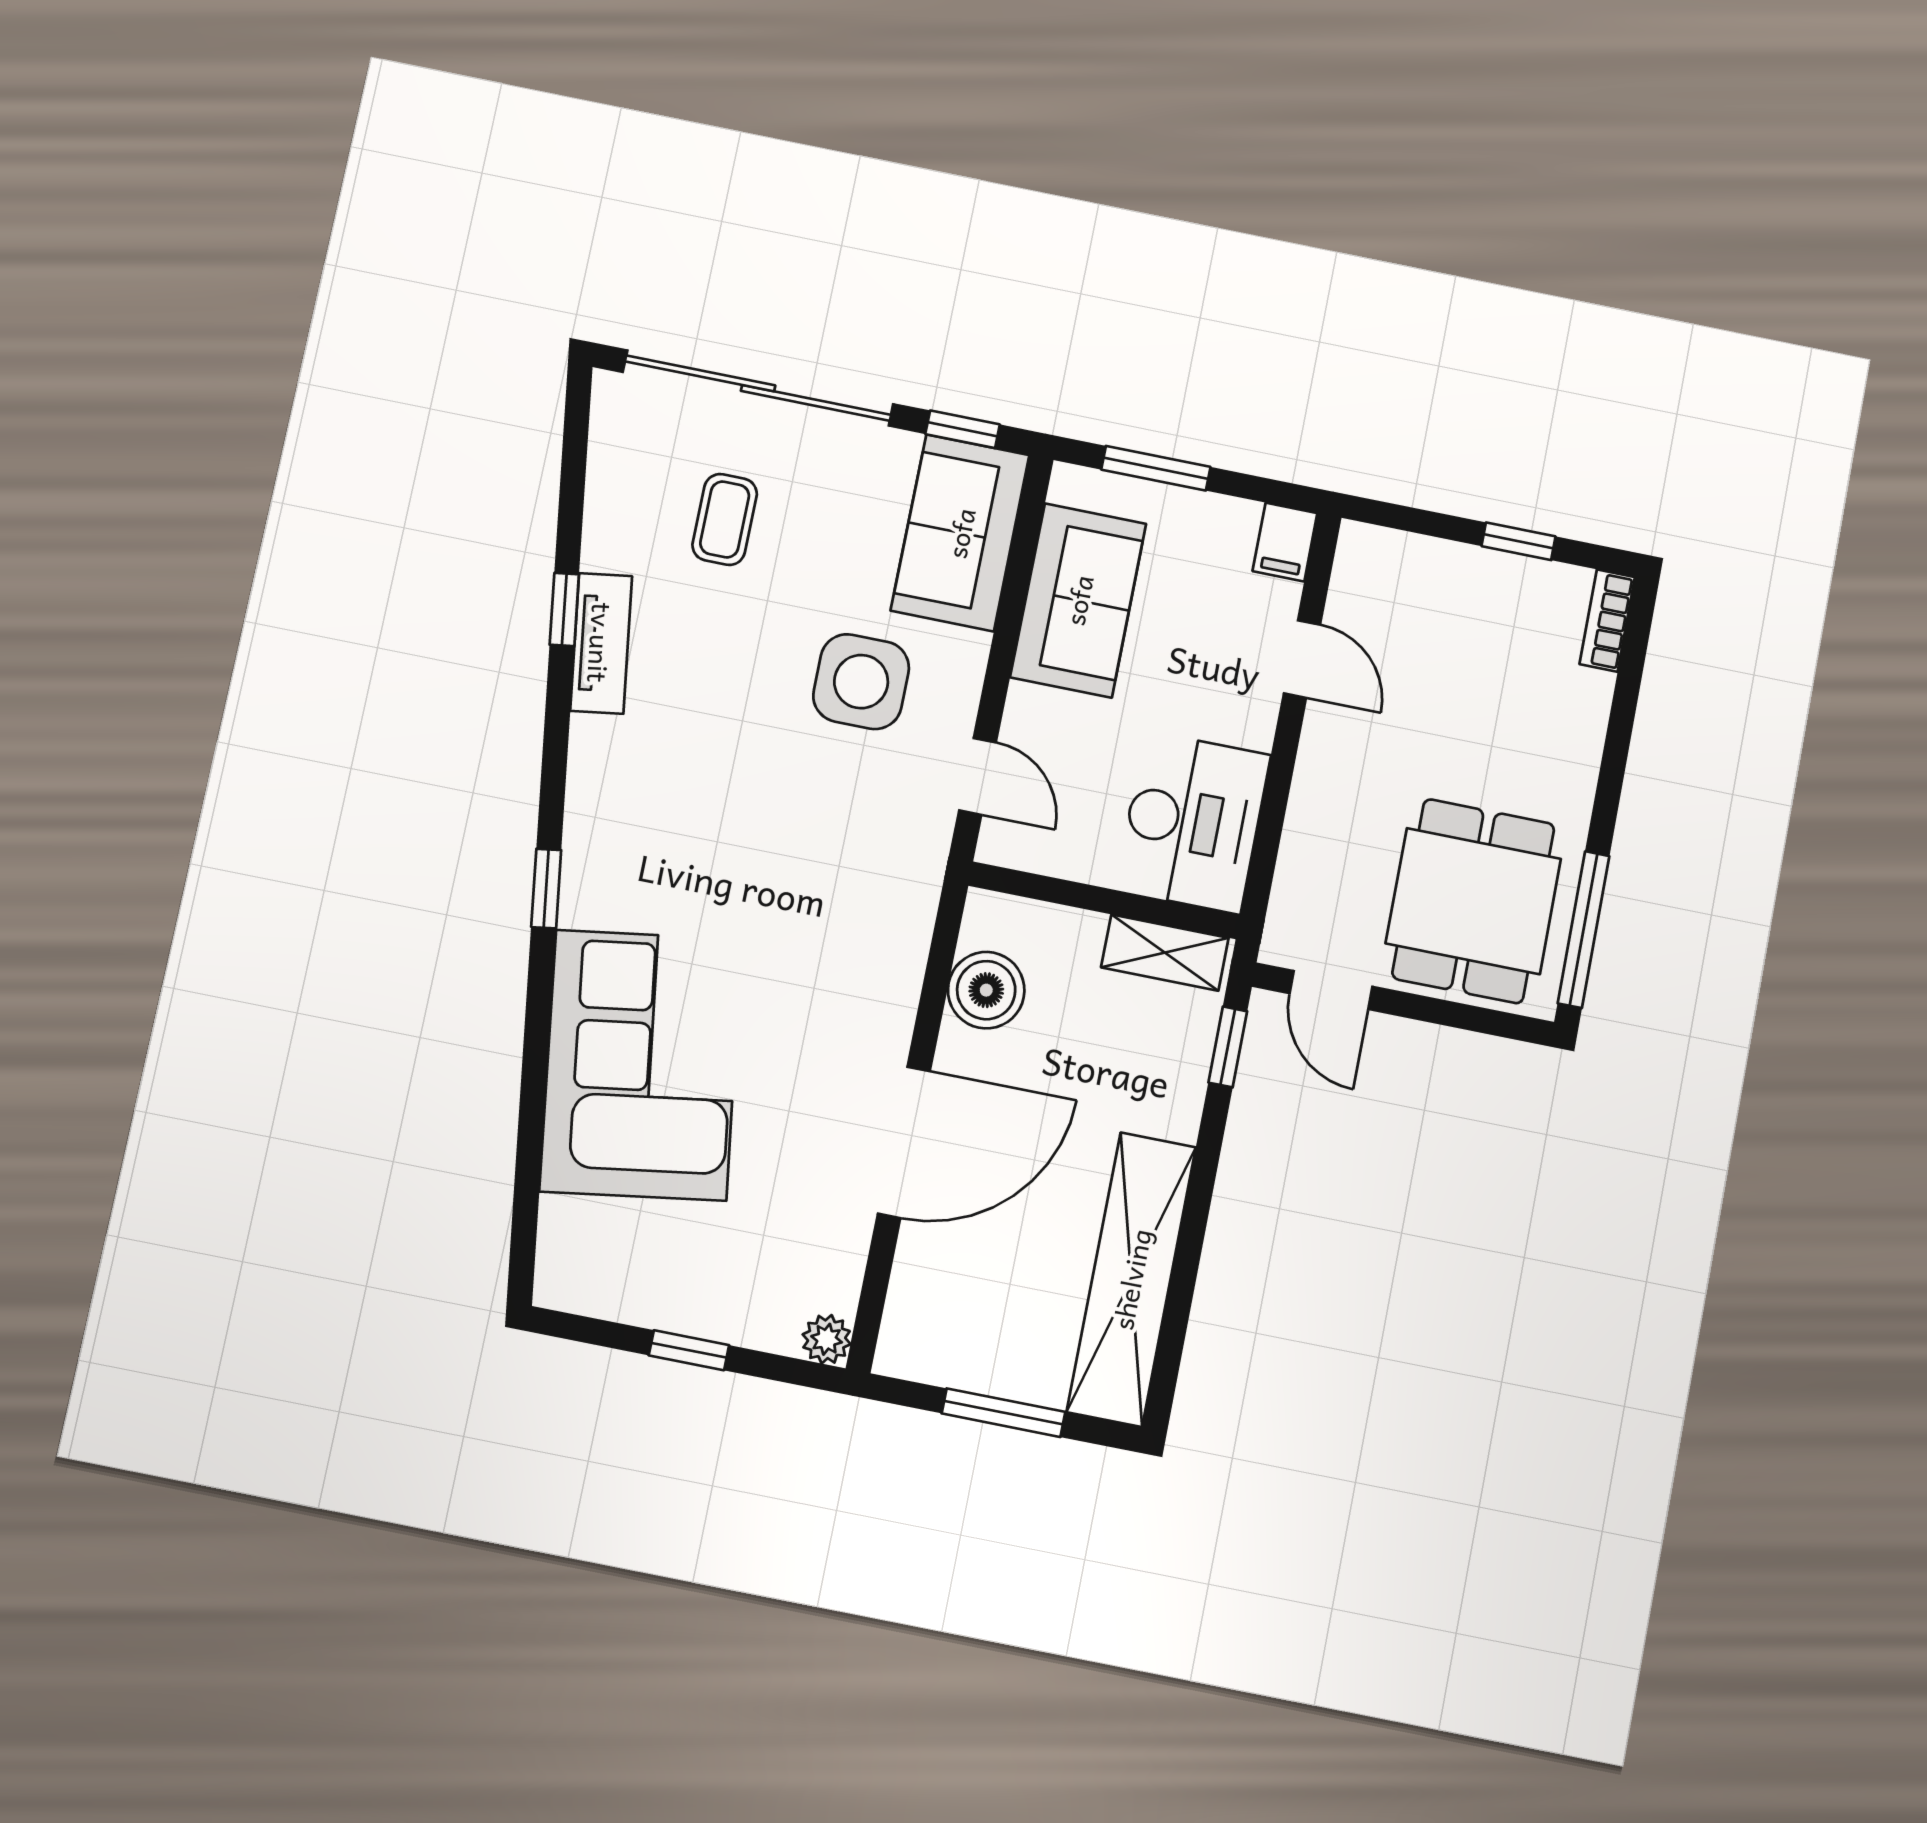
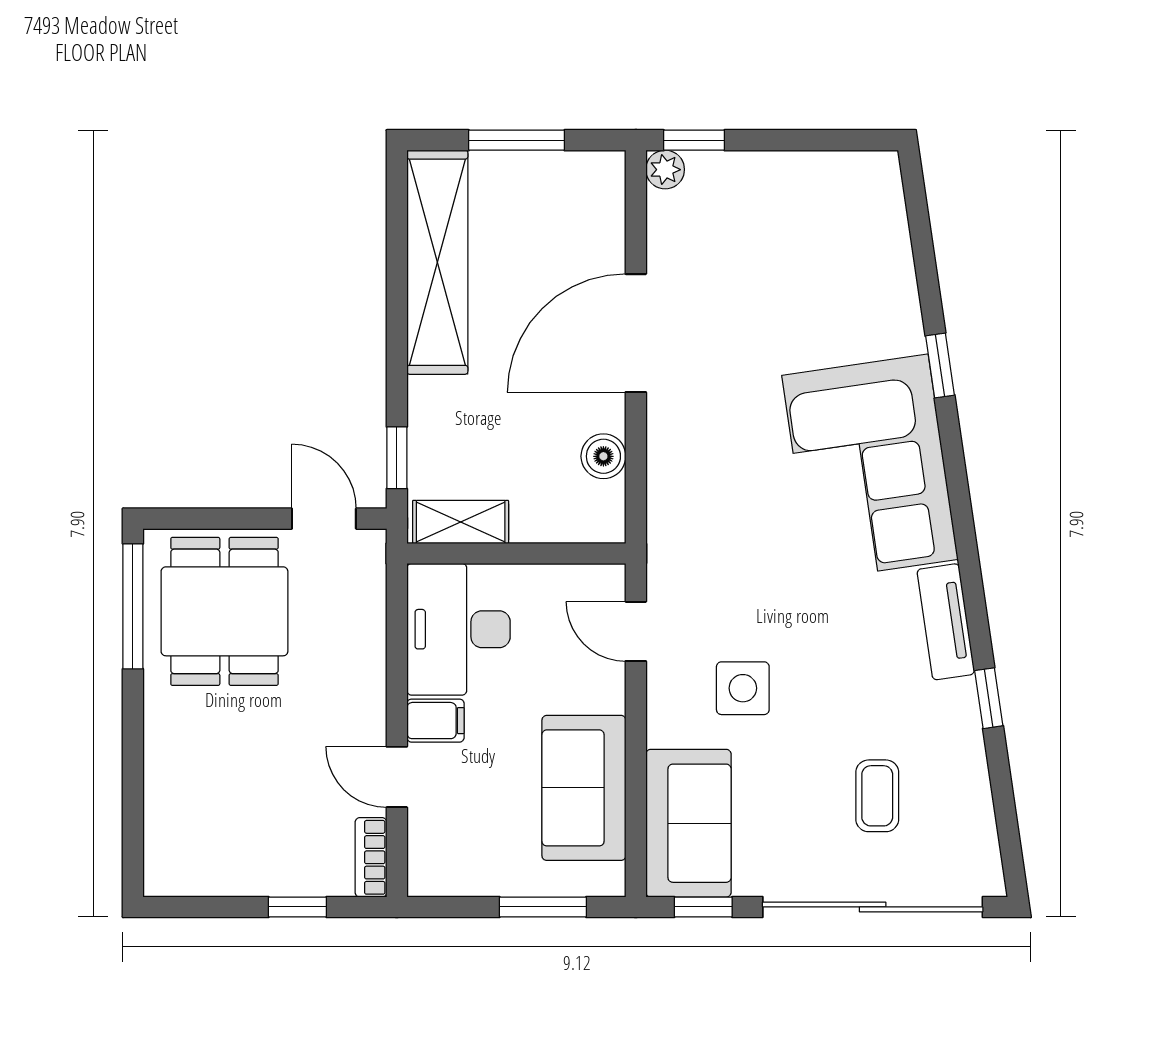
window: (1519, 541) -> (297, 907), moved
filing cabinet: (1285, 542) -> (435, 721), moved, turned 90
bookcase: (1607, 621) -> (371, 857), moved, turned 180
tv unit: (601, 643) -> (946, 622), moved
side table: (861, 682) -> (743, 688), width x0.73, depth x0.73
window: (546, 889) -> (940, 366), moved
boiler: (986, 990) -> (603, 456), width x0.73, depth x0.73
corner sofa: (641, 1065) -> (870, 467), moved
window: (689, 1350) -> (694, 140), moved

